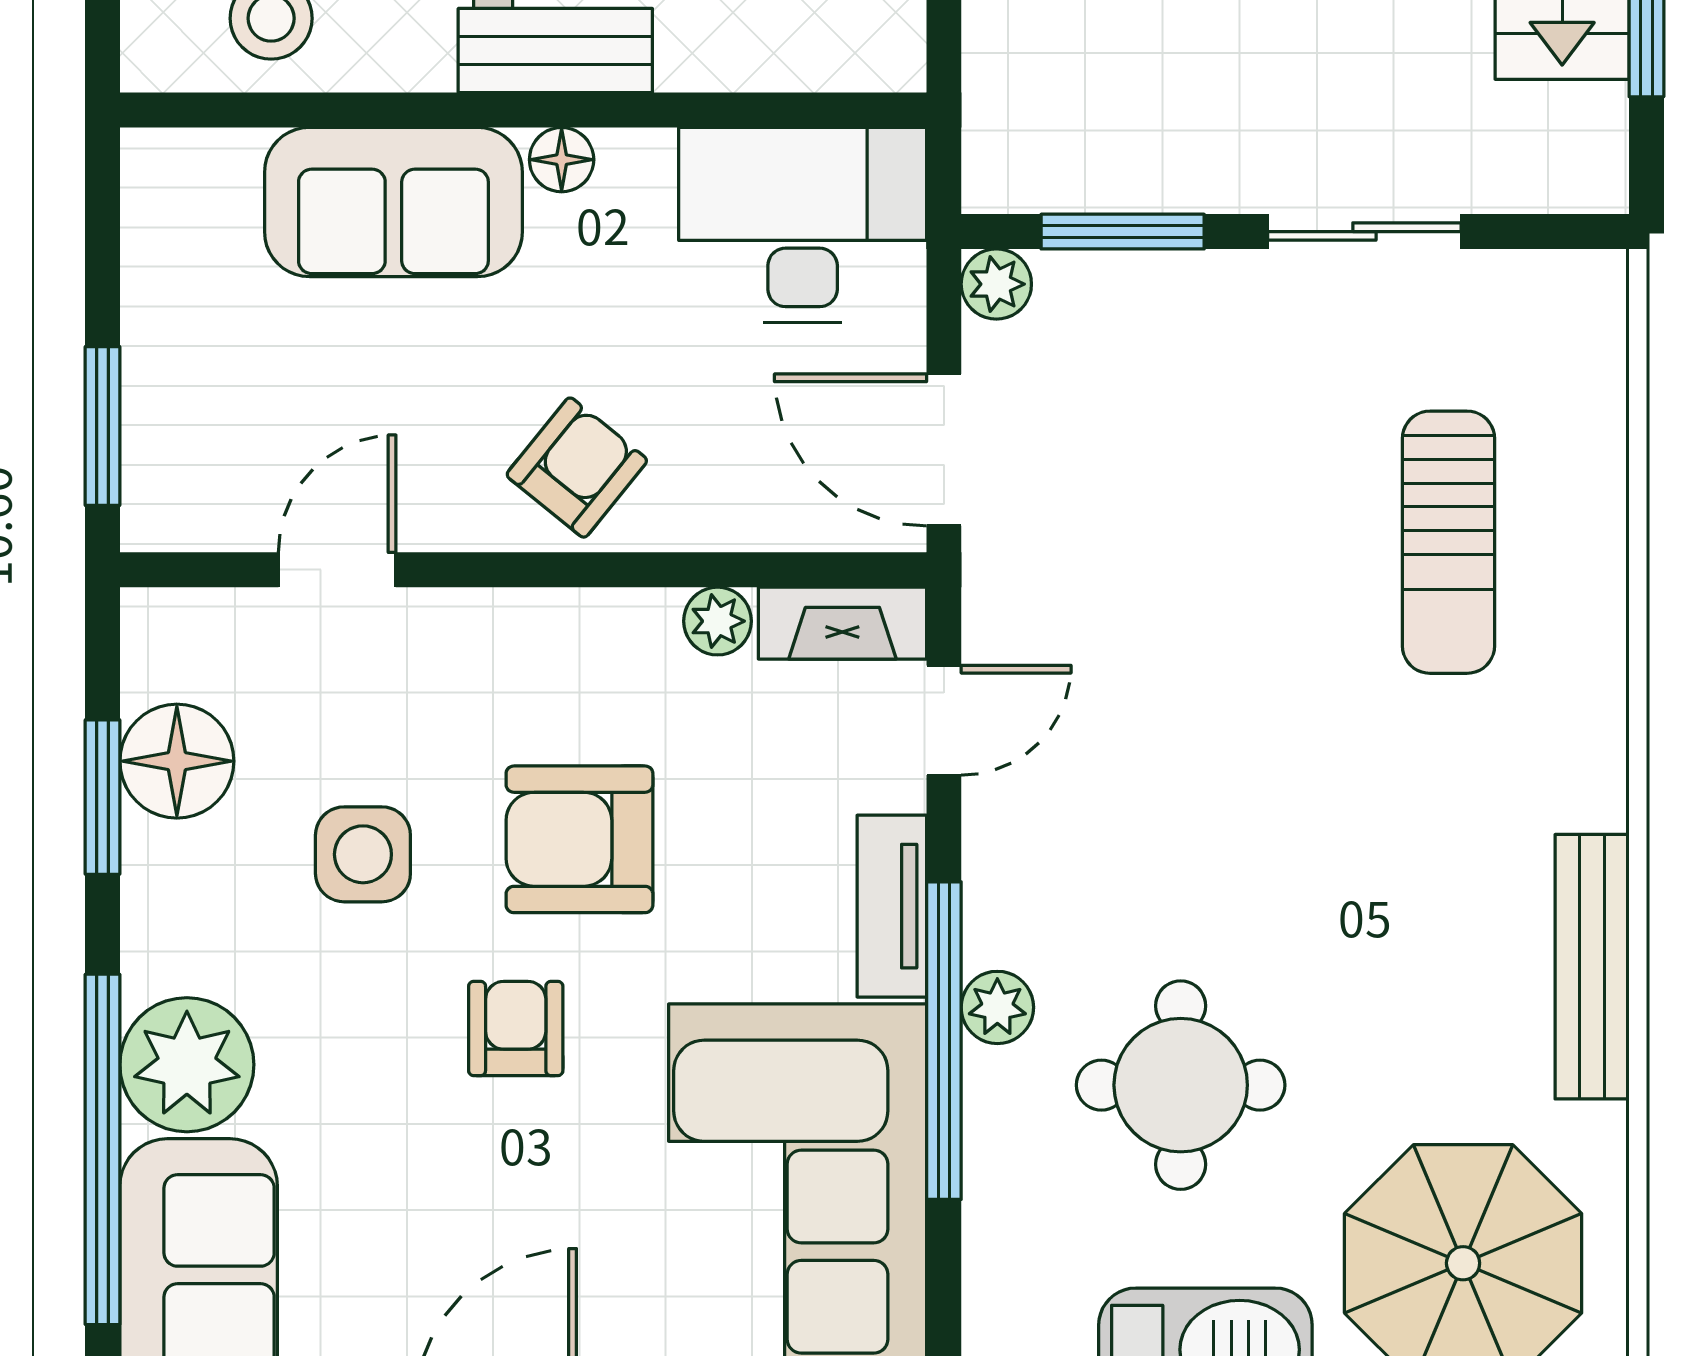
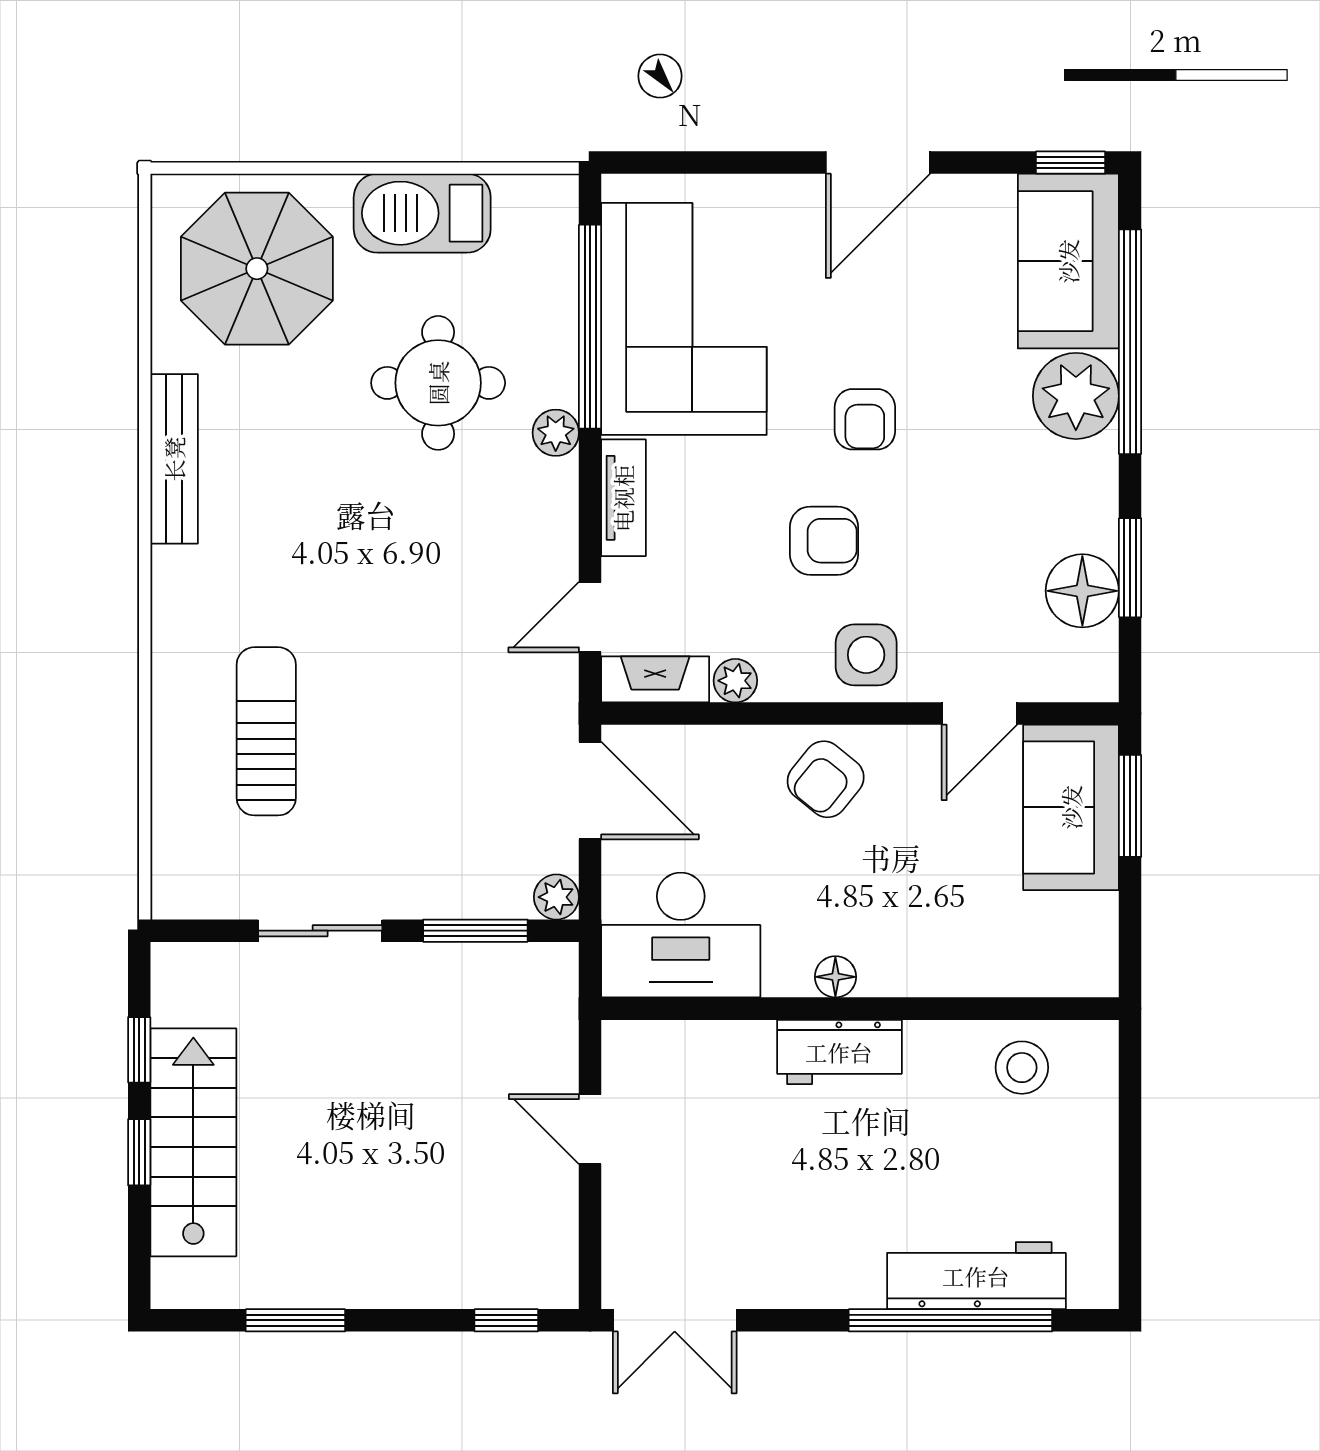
sofa: (393, 202) -> (1071, 807), moved, turned -90
armchair: (579, 839) -> (824, 541), width x0.72, depth x0.72
side table: (363, 854) -> (866, 655), moved
window: (944, 1041) -> (590, 327), moved

